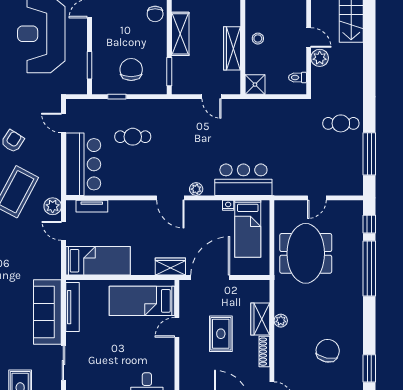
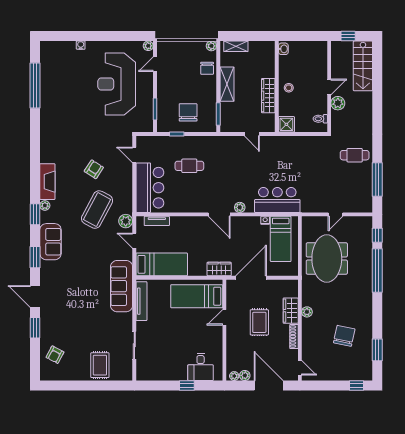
door: (309, 38) -> (329, 87), hinge flipped
sofa: (47, 312) -> (122, 286), moved

